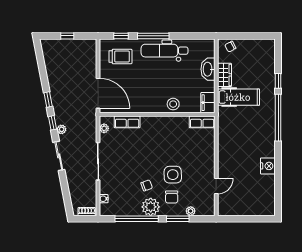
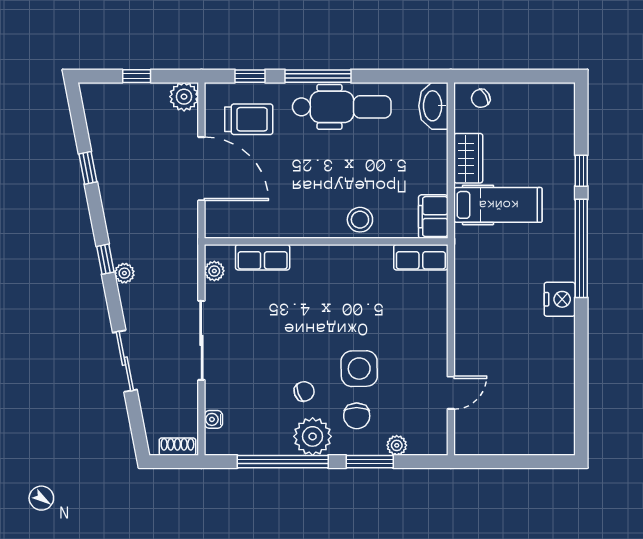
plant: (90, 46) -> (184, 97), added
dental chair: (165, 51) -> (342, 107), turned 180
washbasin: (208, 69) -> (433, 106), moved
door: (98, 93) -> (201, 169), moved
window: (48, 100) -> (88, 168), moved
sliding door: (59, 156) -> (125, 361), moved
nightstand: (268, 166) -> (560, 299), moved

